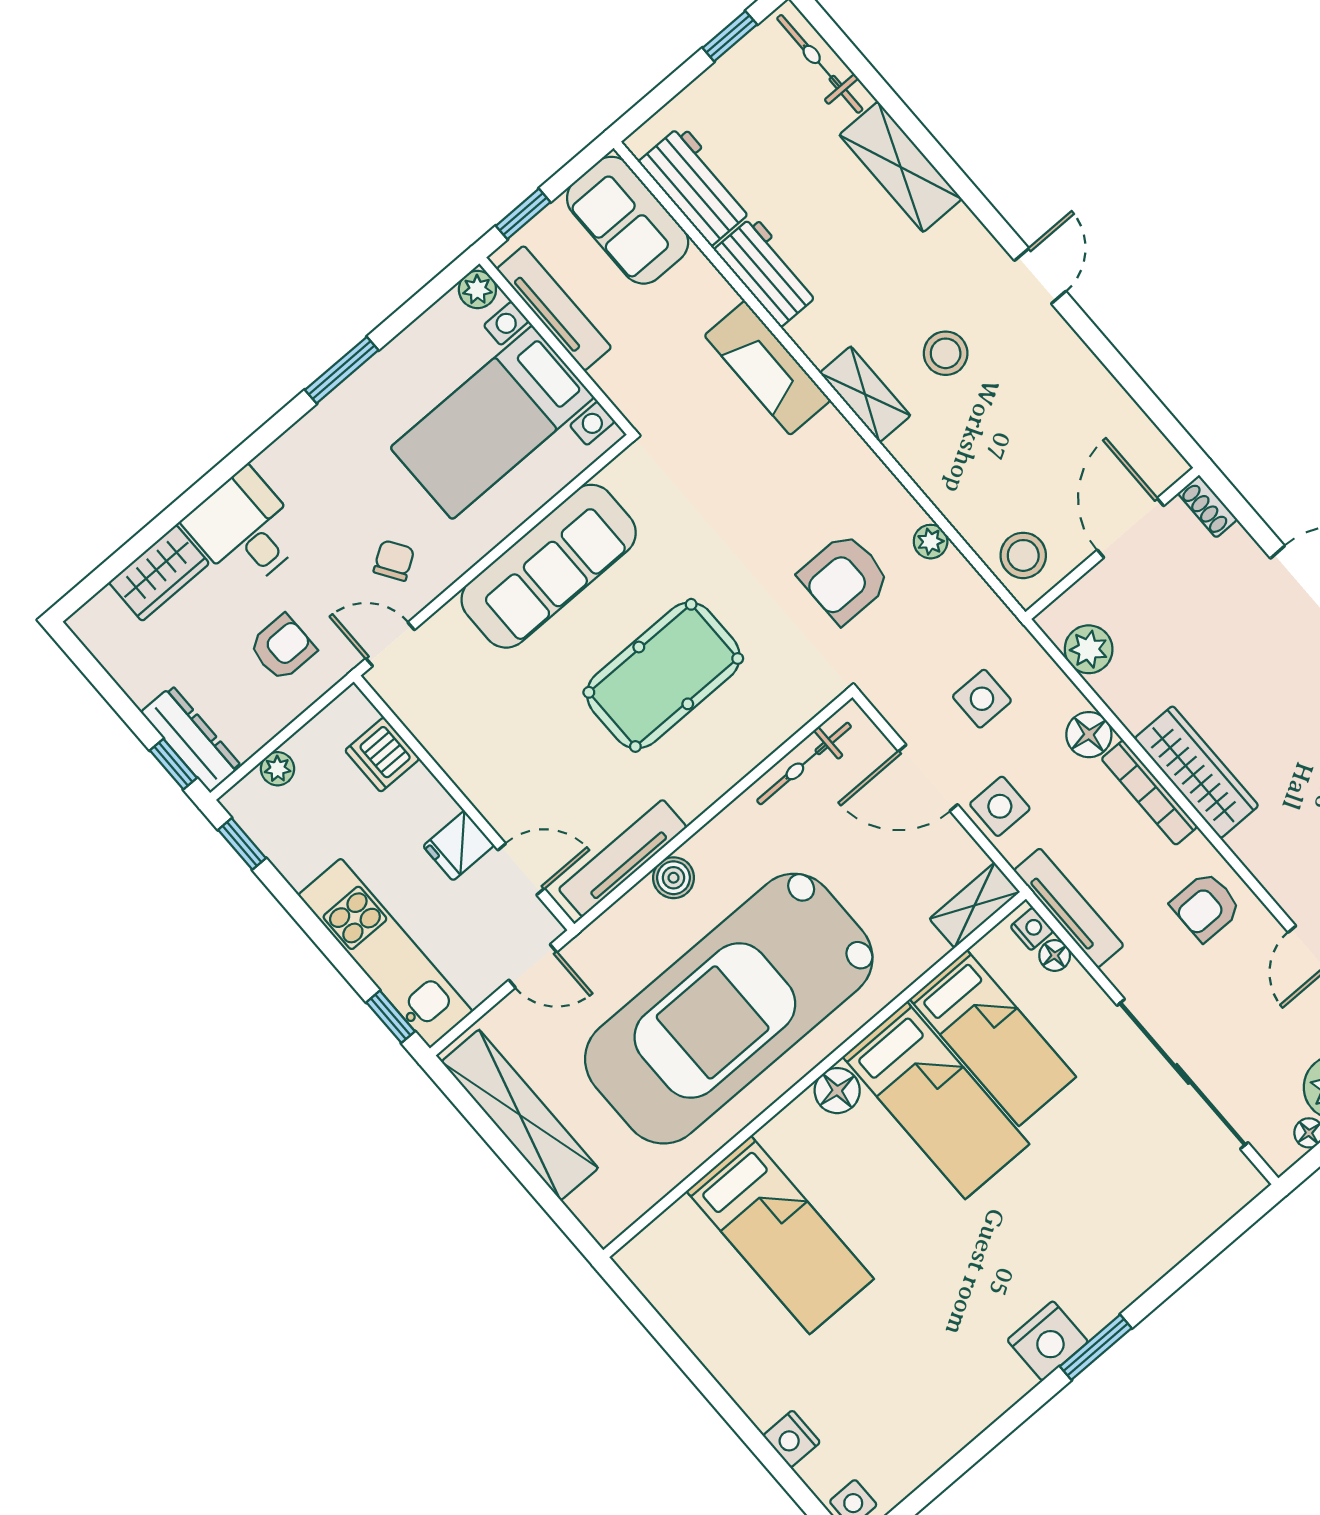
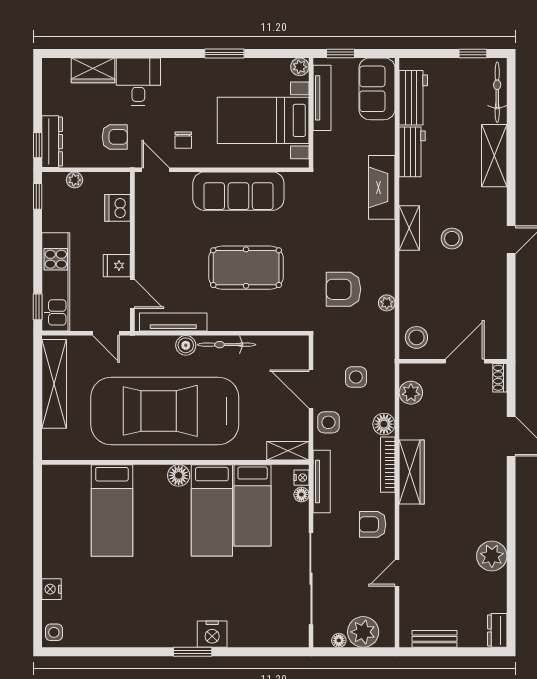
chair: (394, 561) -> (183, 140), turned 123
bicycle: (804, 764) -> (227, 345), moved
nightstand: (1048, 1341) -> (212, 634), moved

